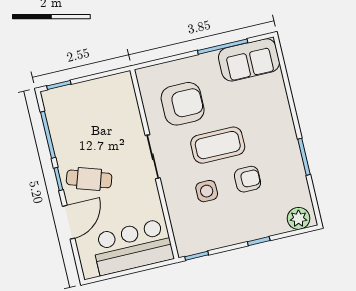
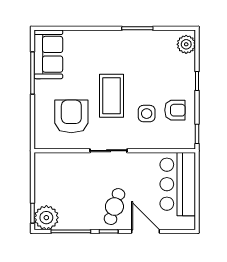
plant: (57, 102) -> (46, 218), added
armchair: (248, 179) -> (175, 110), moved, turned 90

